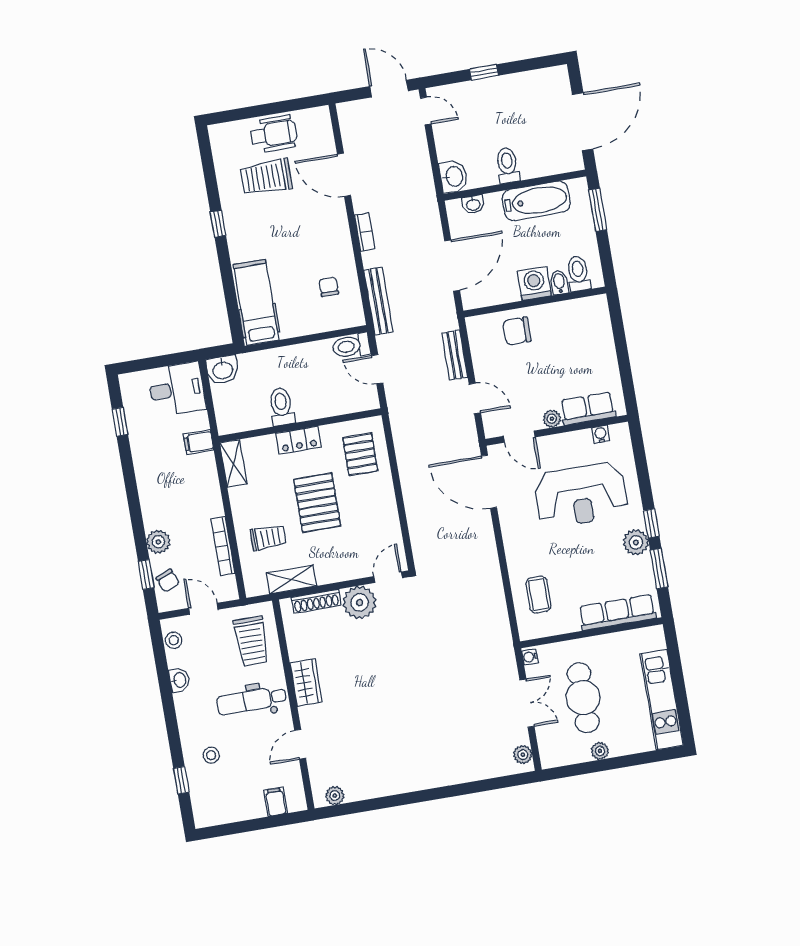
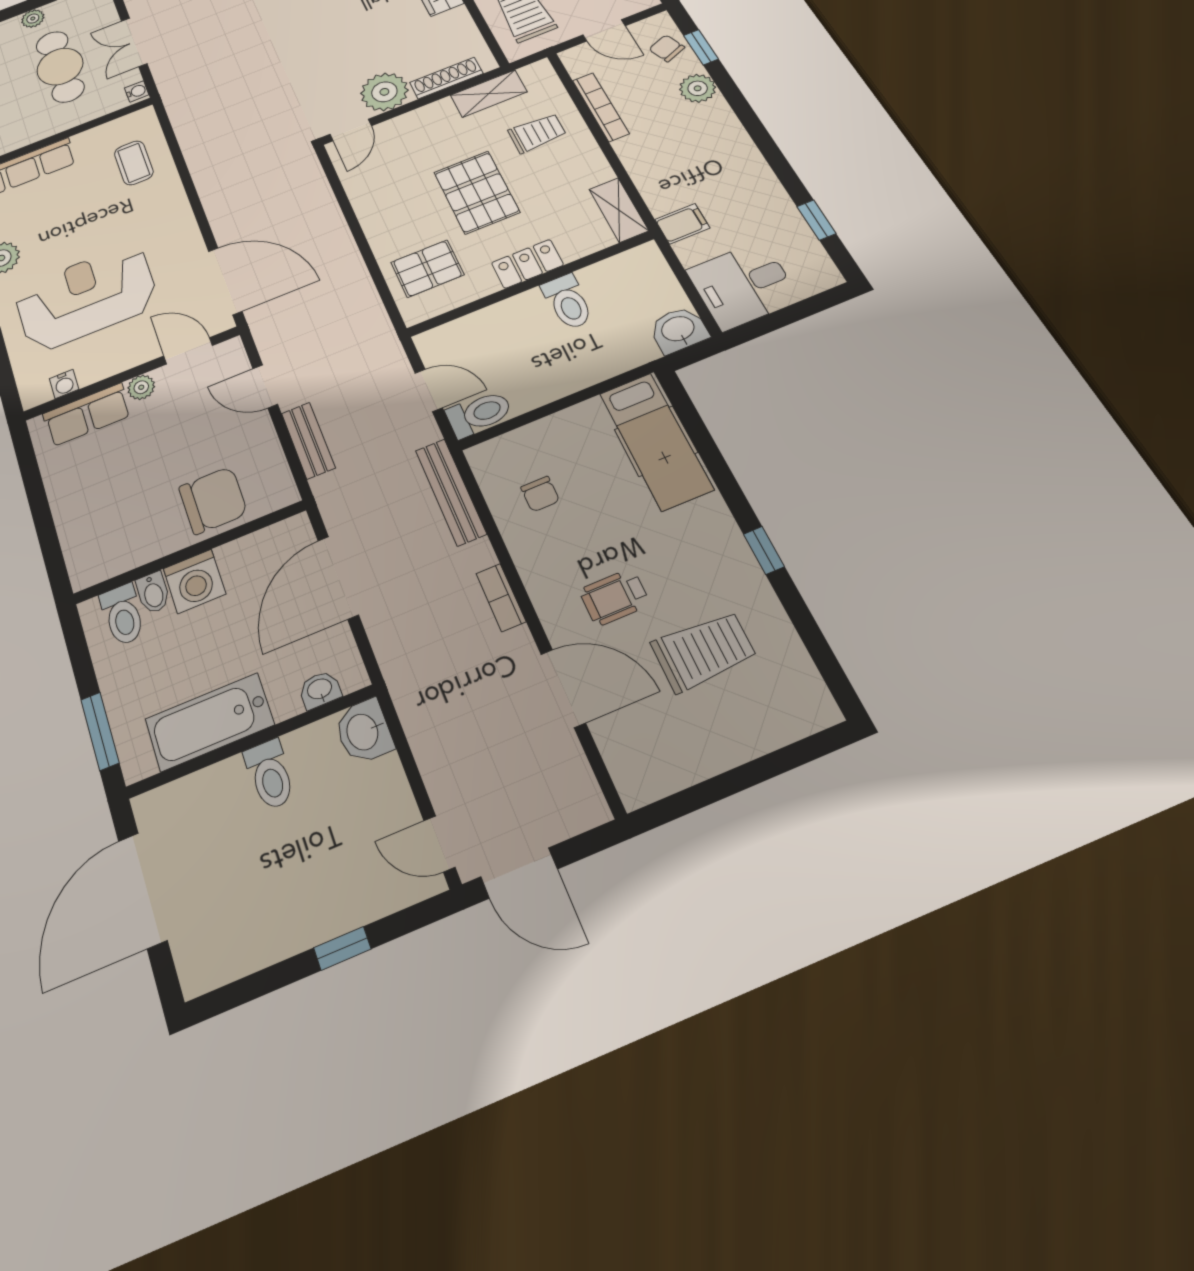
wheelchair: (274, 134) -> (615, 597), moved, width x0.73, depth x0.73
chair: (517, 331) -> (213, 500), width x1.37, depth x1.37
pallet: (360, 454) -> (427, 269), turned 90
trolley: (268, 538) -> (537, 133), turned 180

